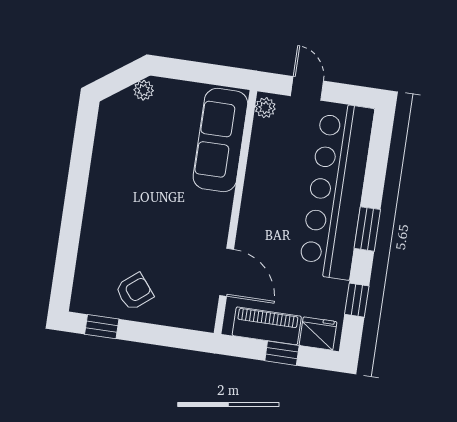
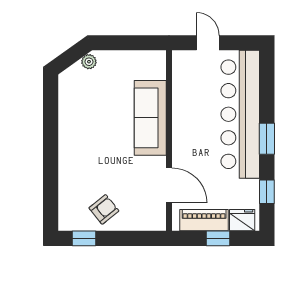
plant: (265, 108) -> (179, 61), removed
sofa: (220, 140) -> (150, 118), moved

